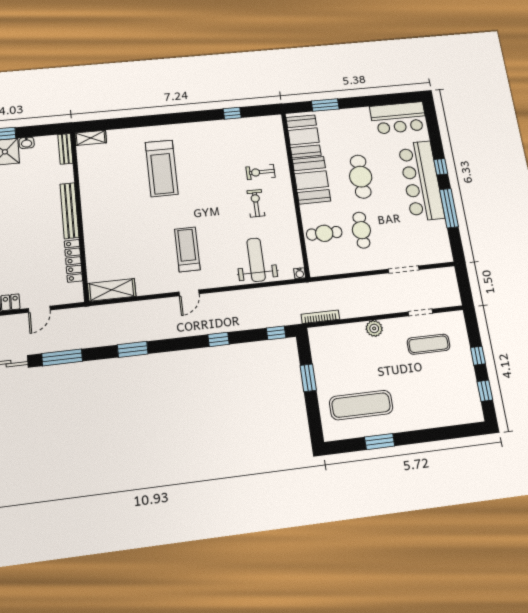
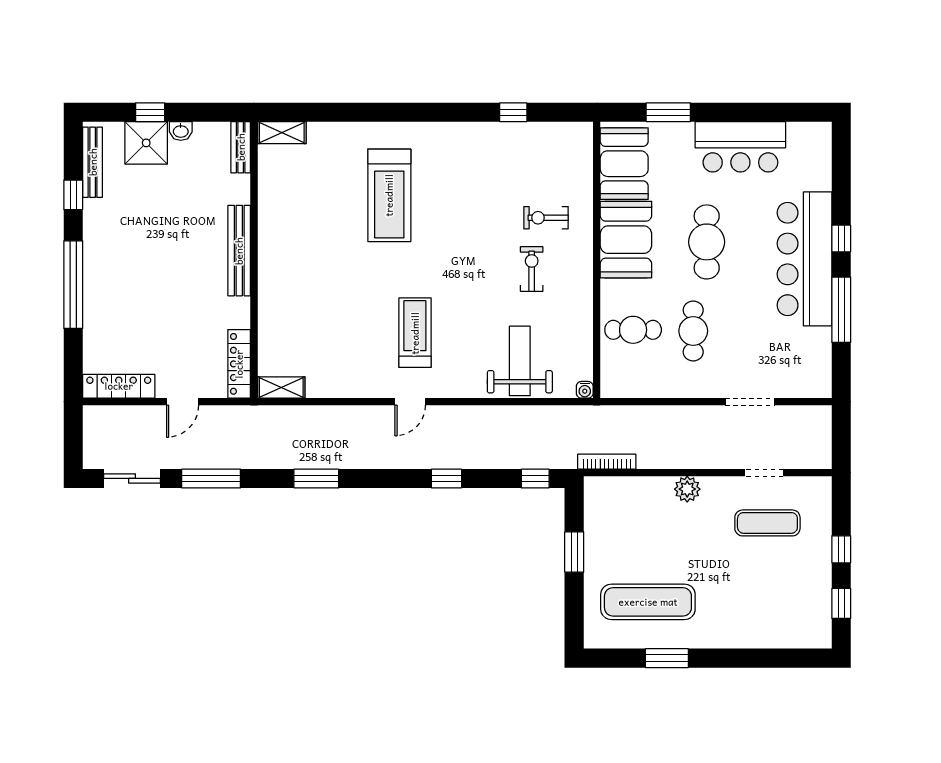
bar counter: (399, 118) -> (740, 147), moved
locker: (73, 261) -> (239, 364), moved
shelving: (112, 290) -> (281, 387), width x0.67, depth x0.75

